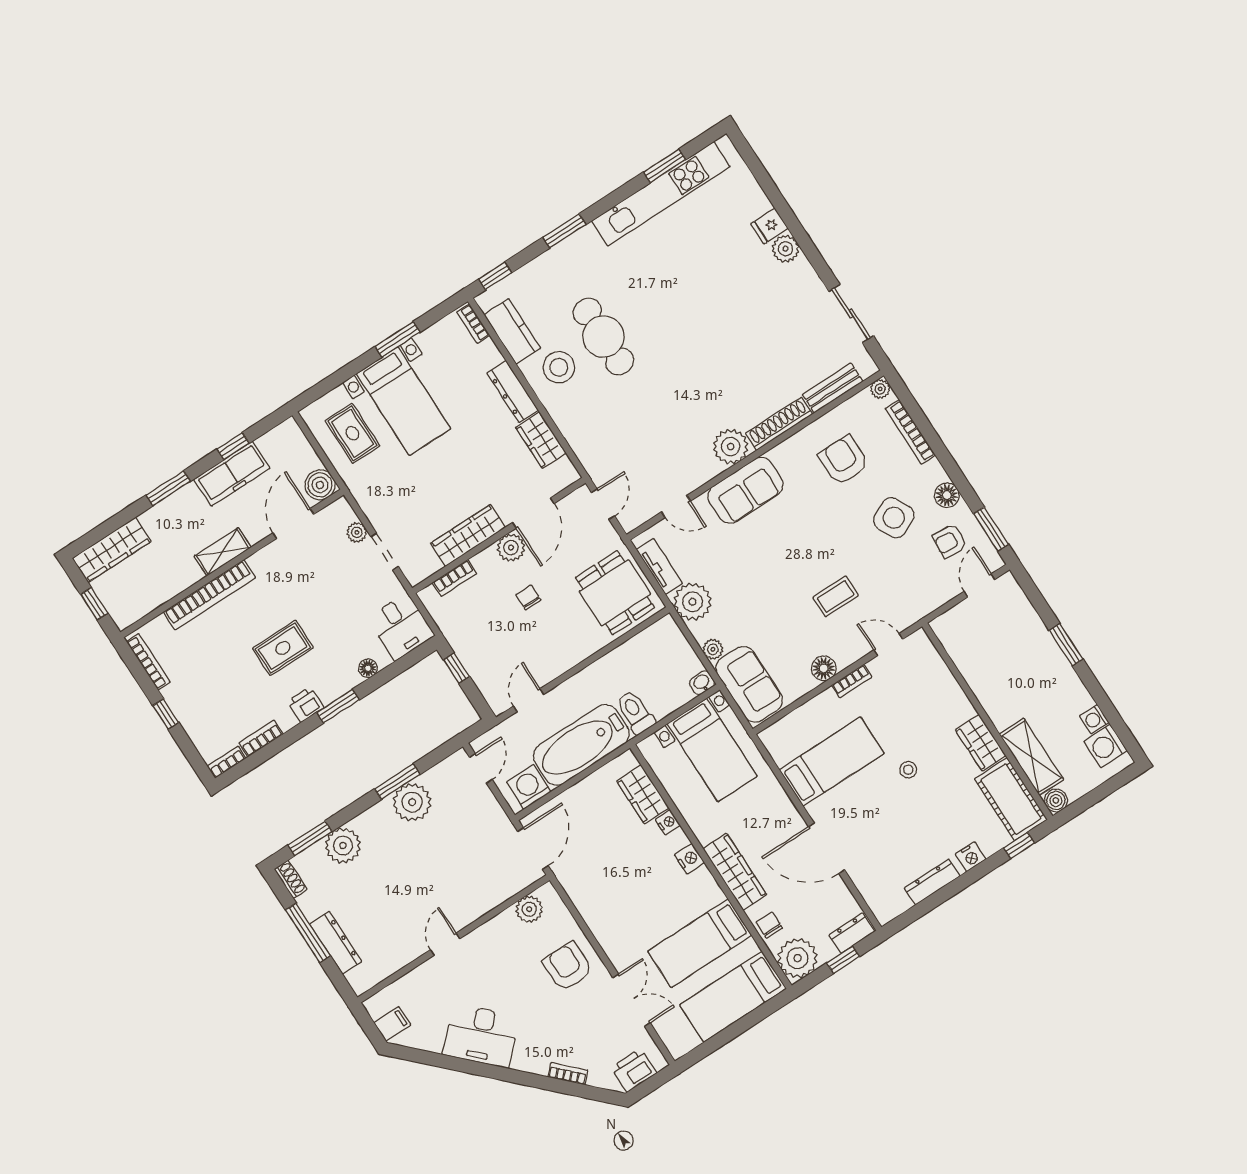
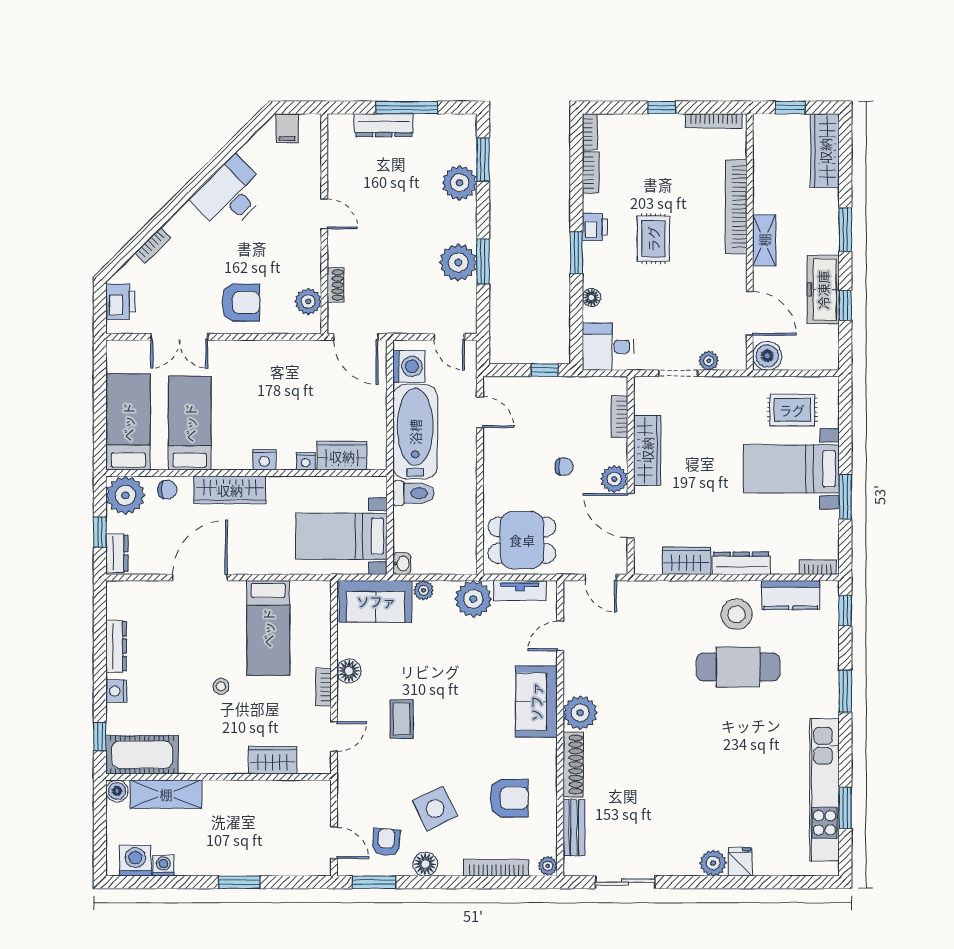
wardrobe: (981, 743) -> (273, 760), moved
shoe rack: (291, 879) -> (336, 285), moved, turned -90

